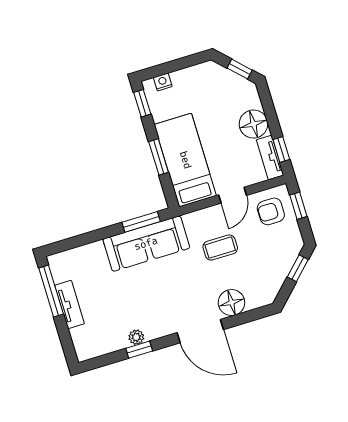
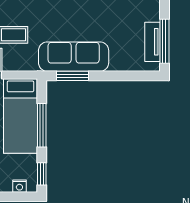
window: (159, 157) -> (42, 125), width x1.44
tv unit: (70, 304) -> (152, 42), moved

